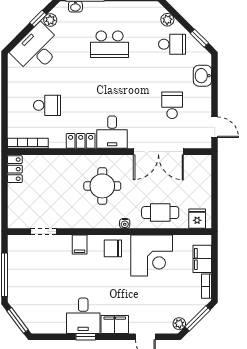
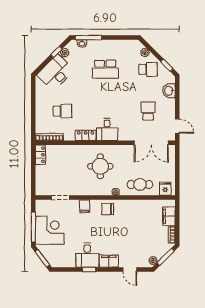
double door: (158, 152) -> (151, 143), moved
corner desk: (152, 255) -> (50, 230), moved, turned -90

